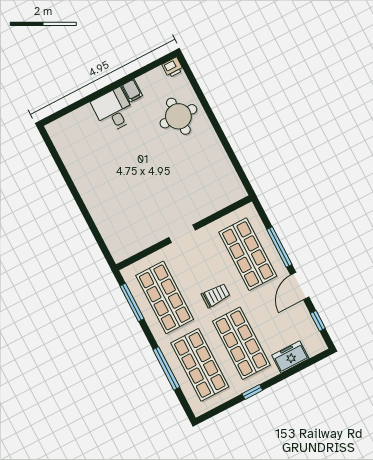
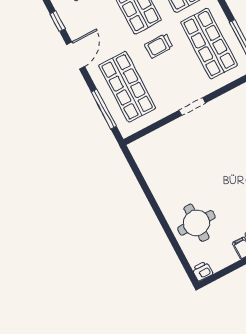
window: (279, 247) -> (104, 109), moved

